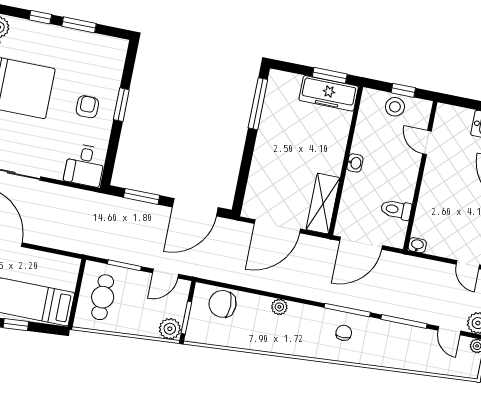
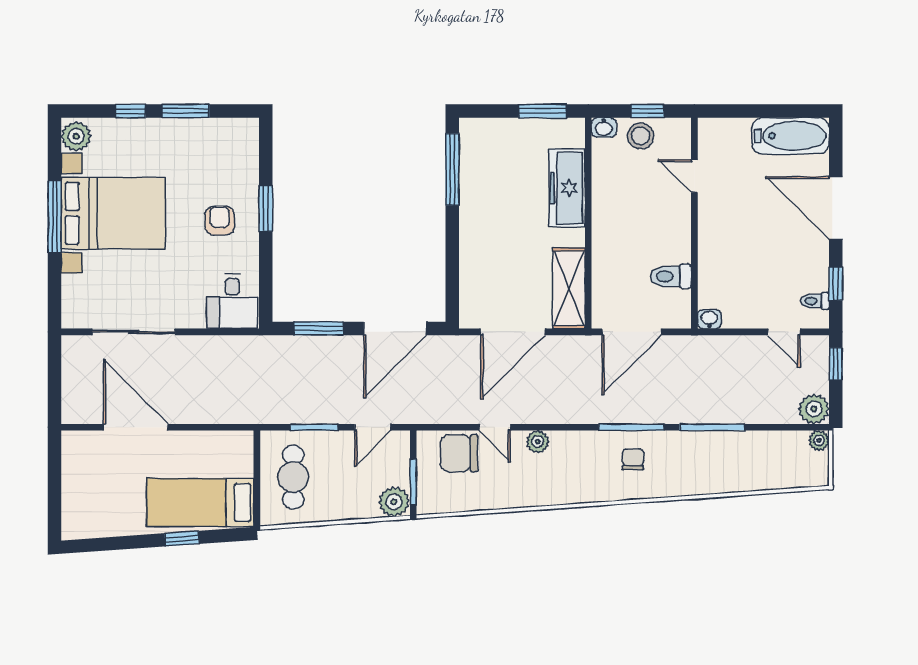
freezer: (329, 93) -> (567, 188), moved, turned 90
washbasin: (355, 163) -> (604, 128), moved, turned 90
door: (449, 331) -> (495, 427), moved

